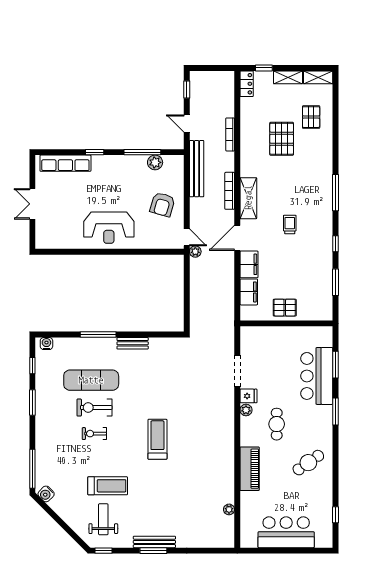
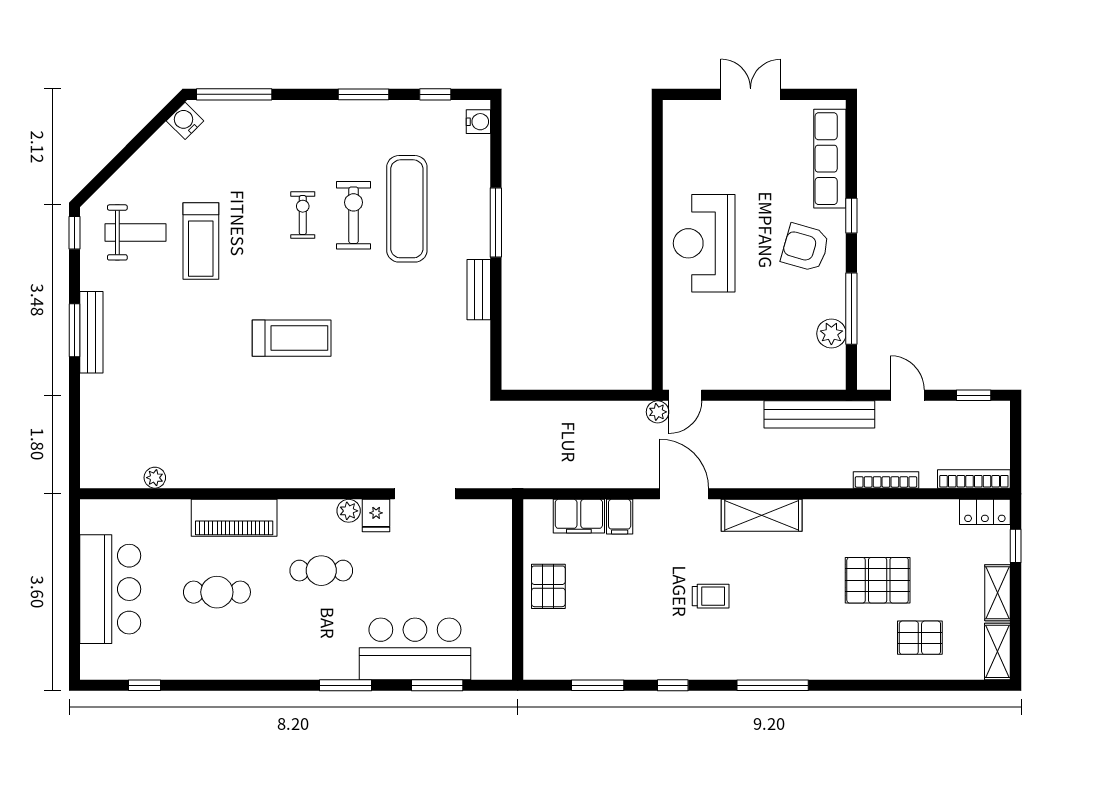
door: (187, 123) -> (907, 395), hinge flipped
bookcase: (230, 191) -> (974, 479), moved
armchair: (162, 204) -> (805, 248), moved
filing cabinet: (249, 264) -> (620, 517), width x0.50
cafe table: (308, 463) -> (217, 592), moved, turned -55

